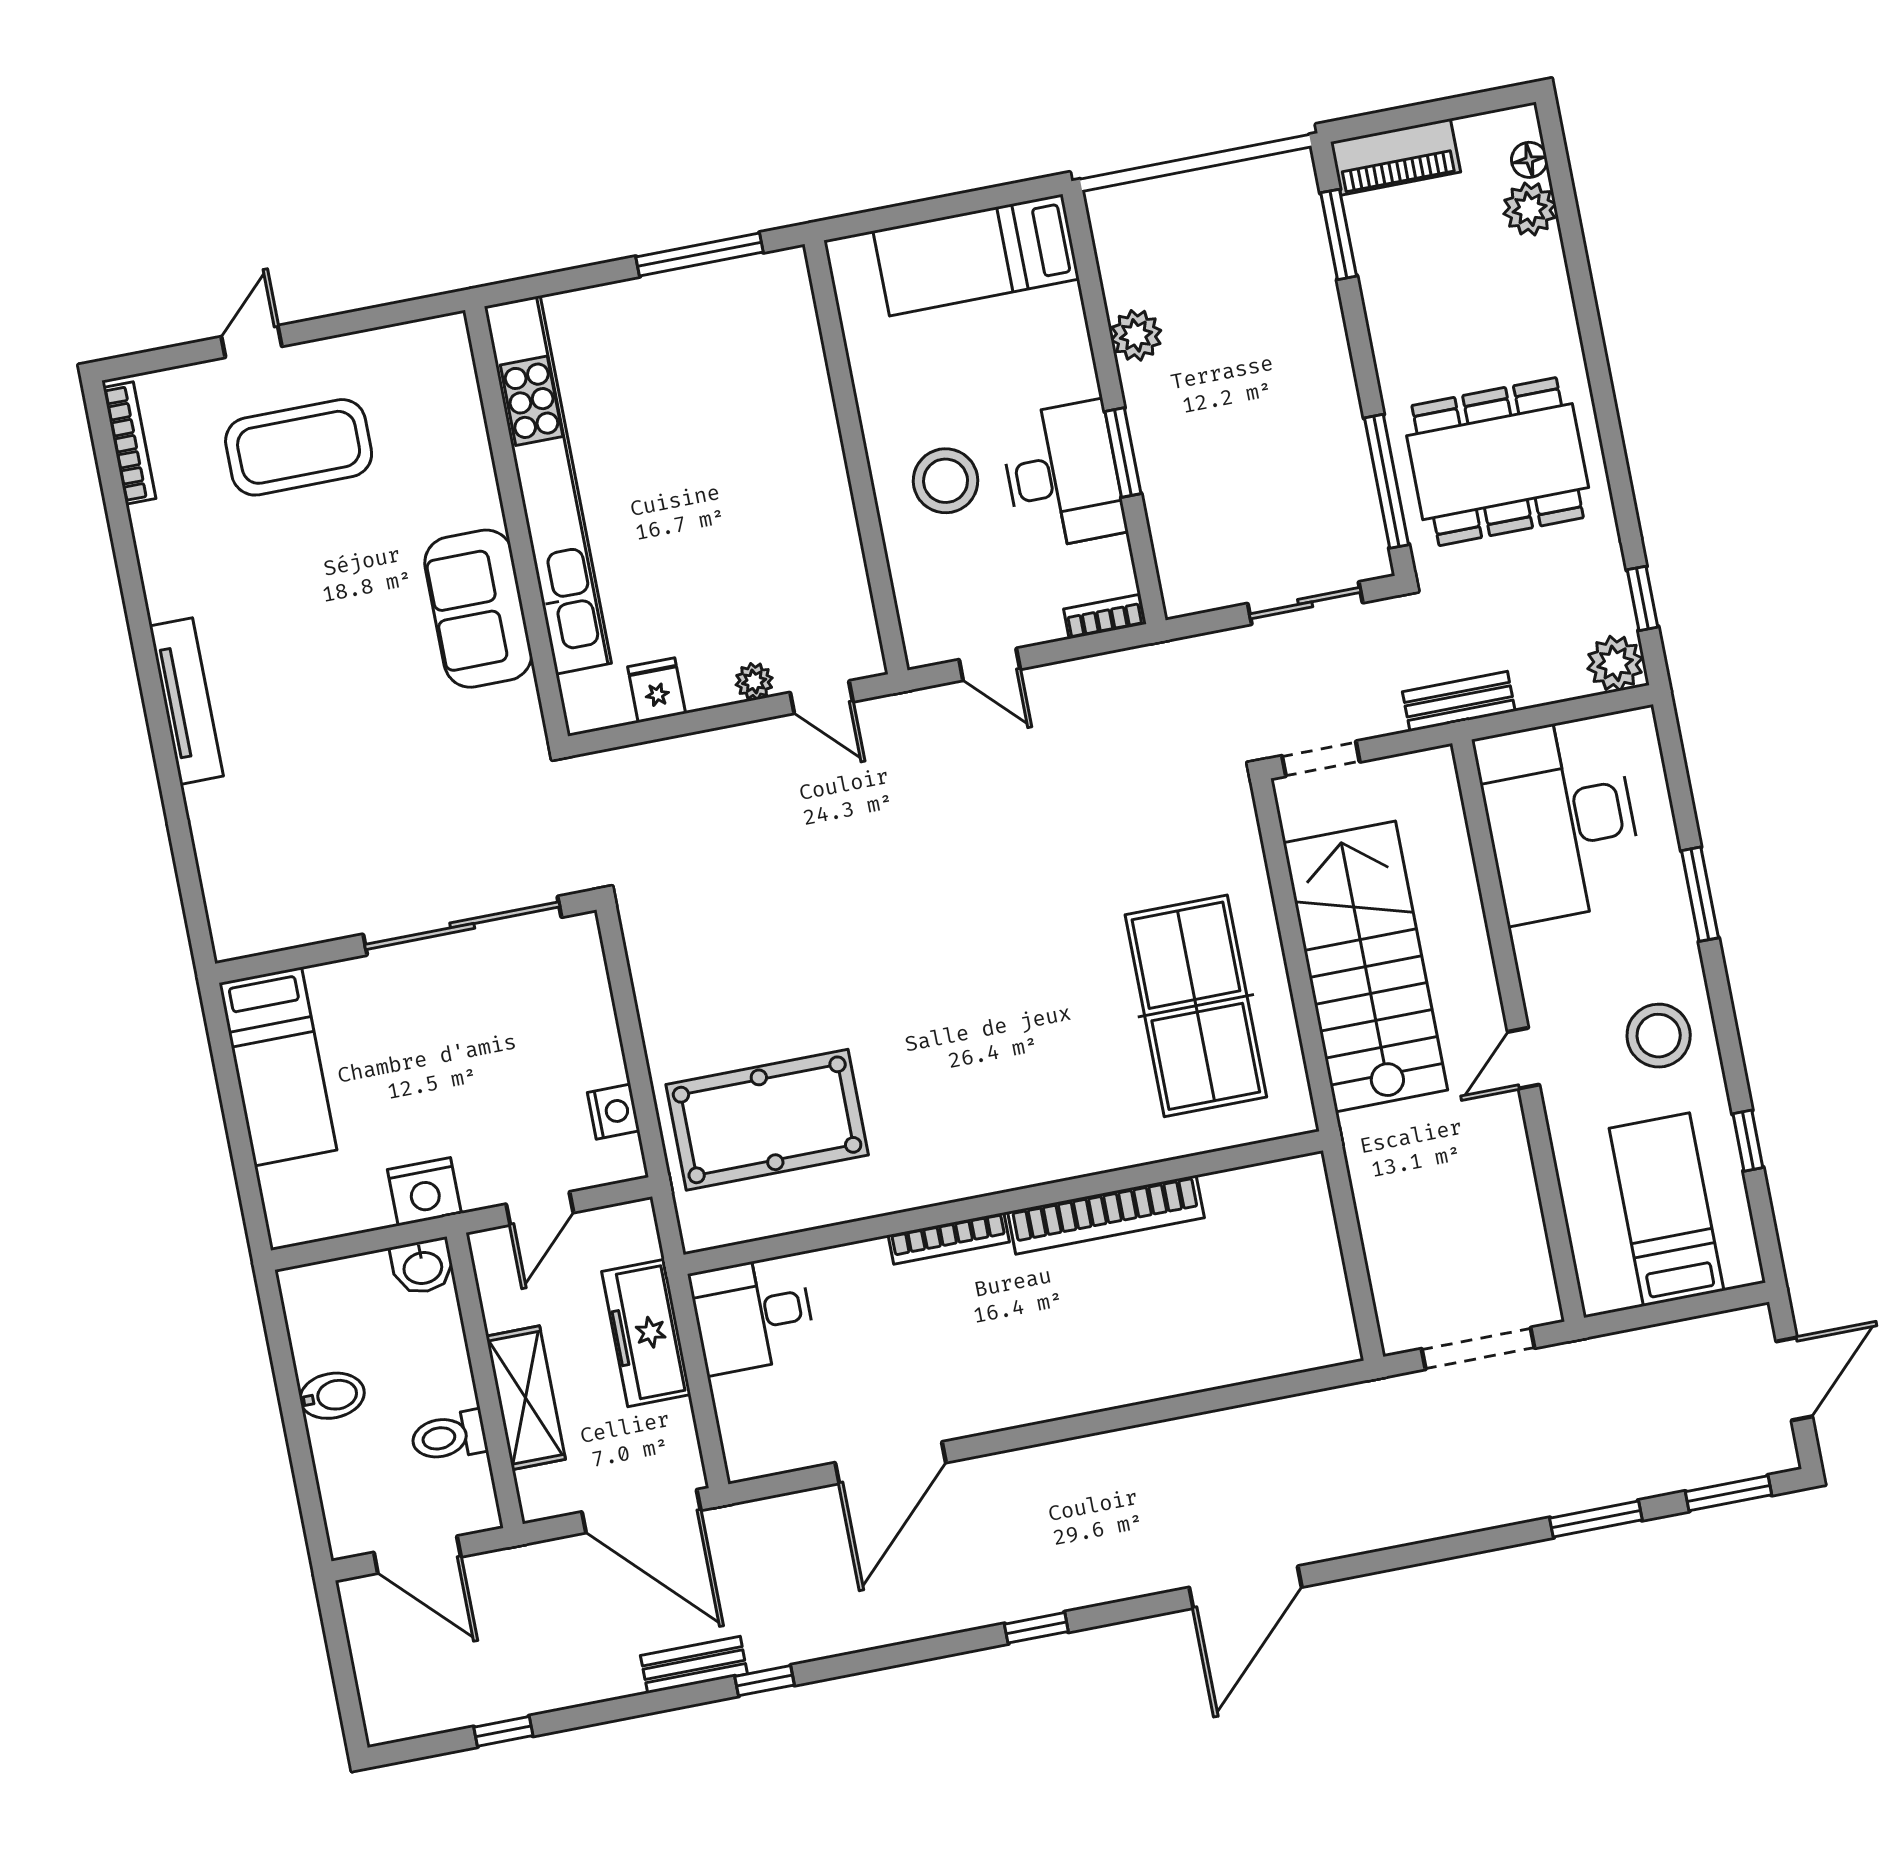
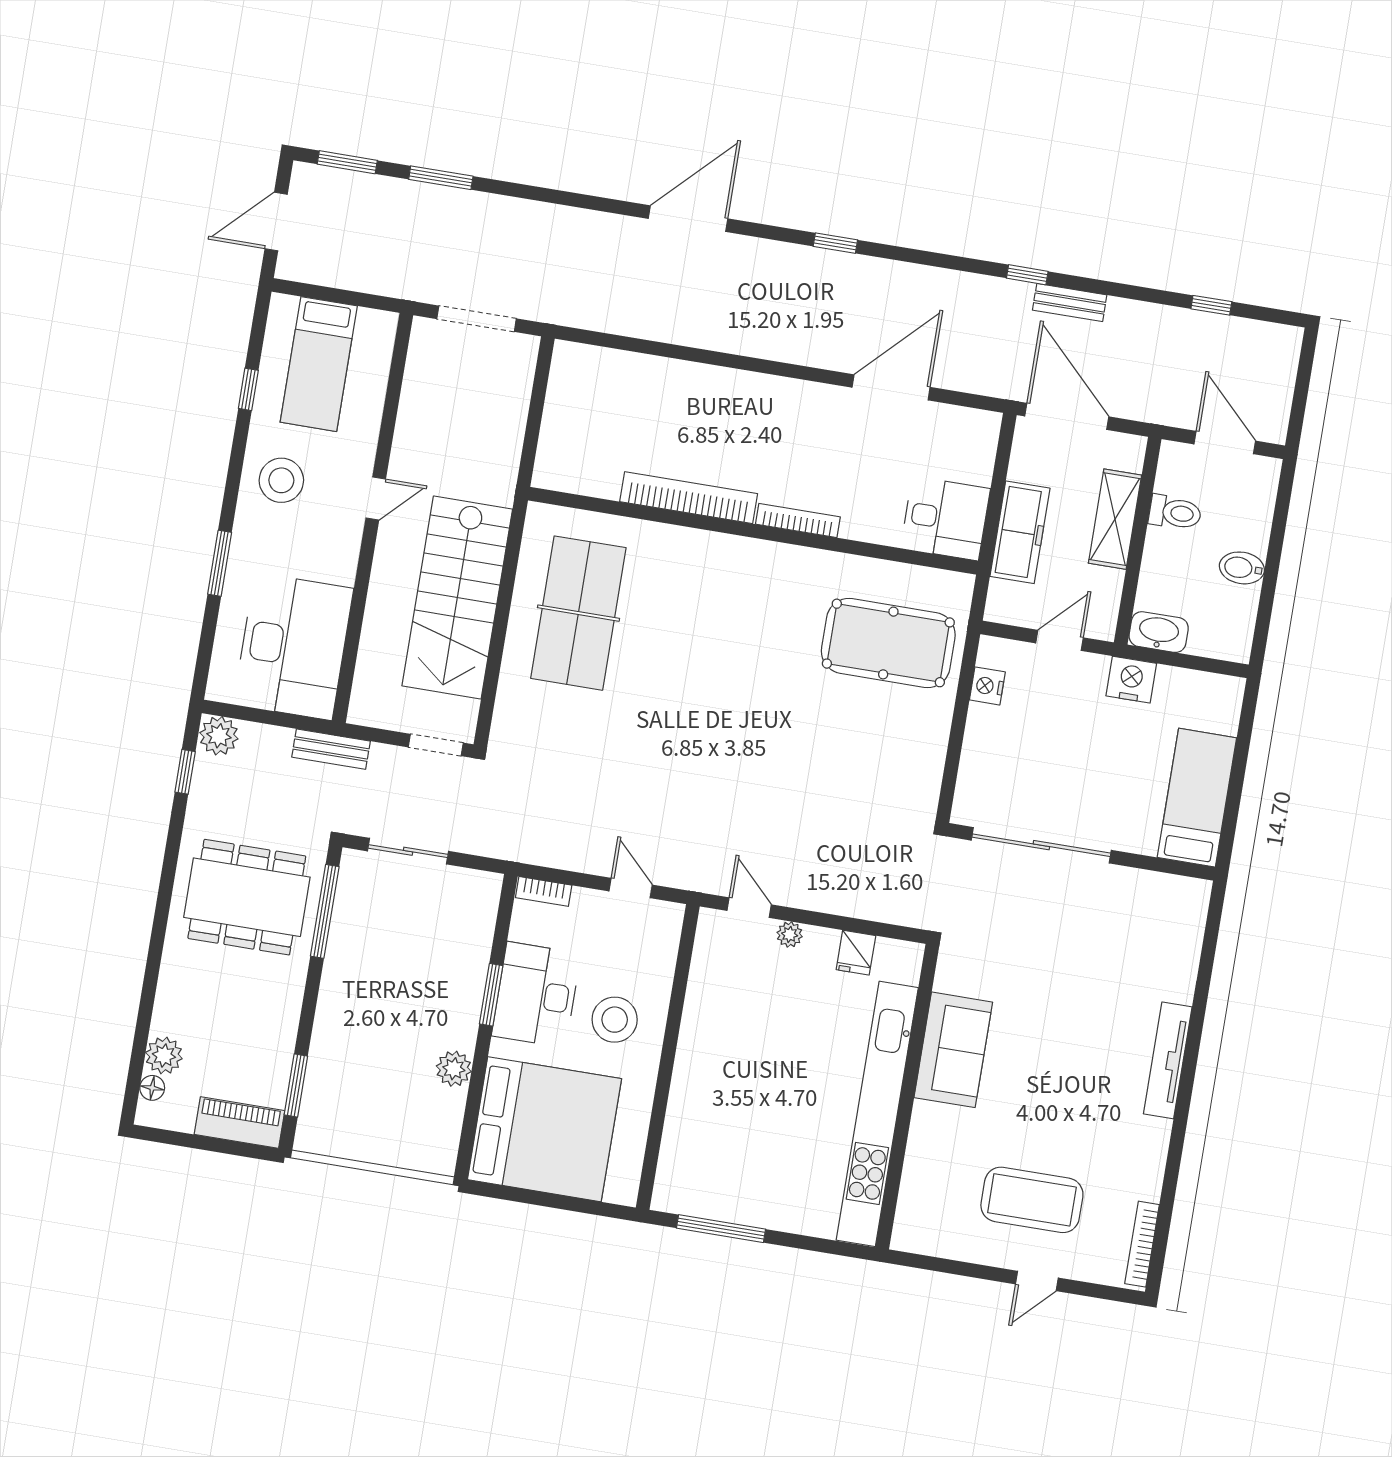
bed: (976, 255) -> (544, 1129), width x2.04
washbasin: (423, 1267) -> (1159, 632), width x1.38

